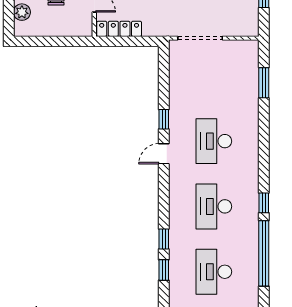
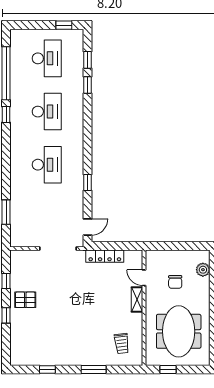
locker: (119, 29) -> (105, 256), moved
door: (164, 154) -> (88, 227), moved

